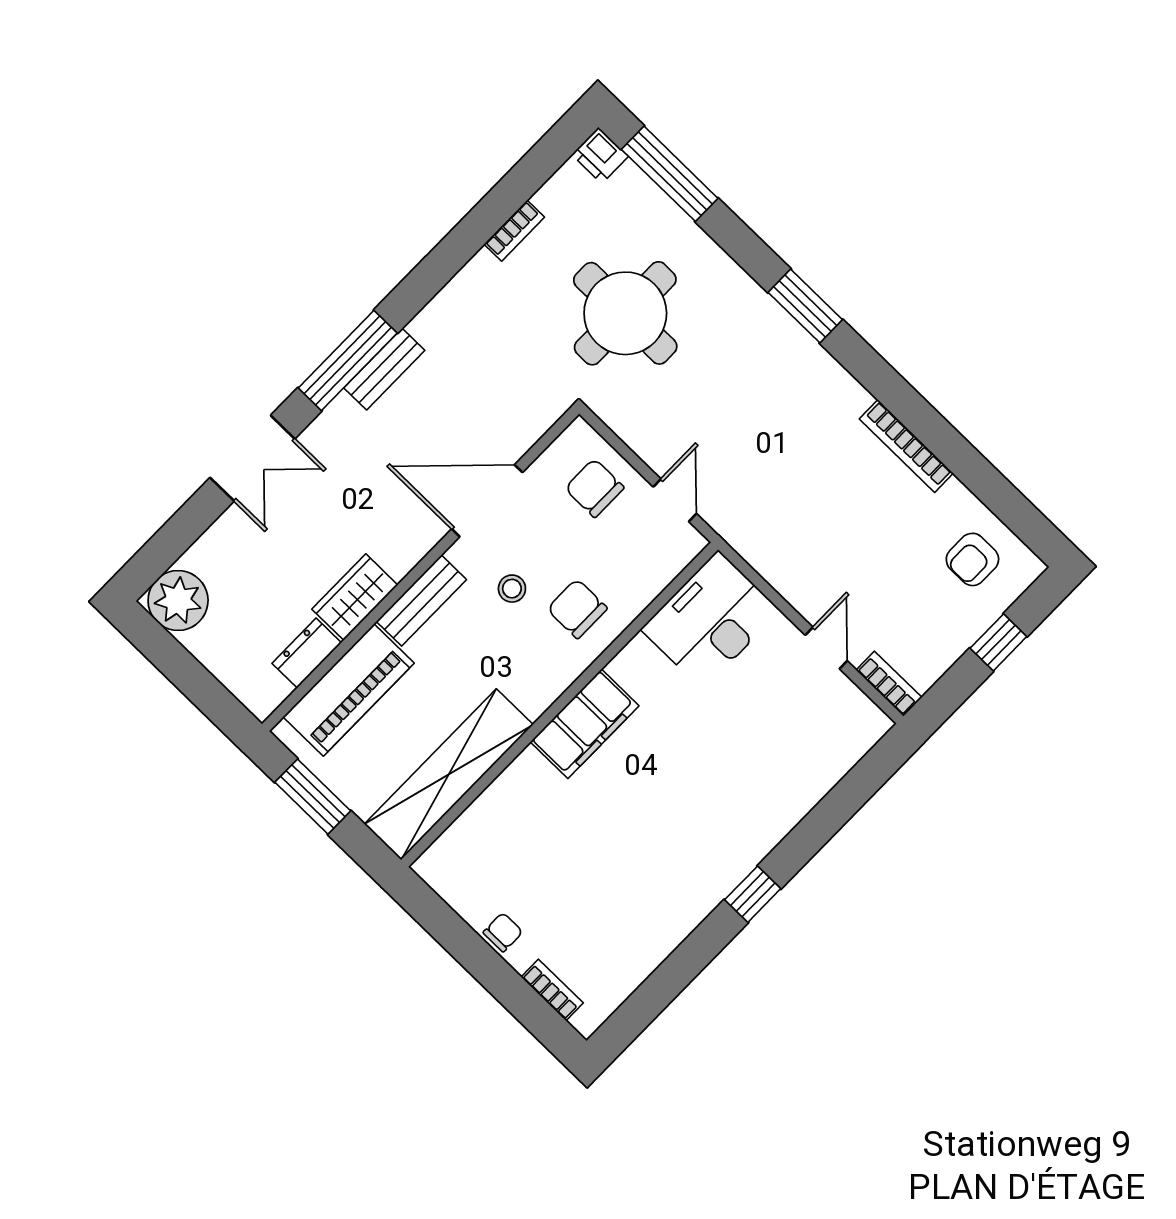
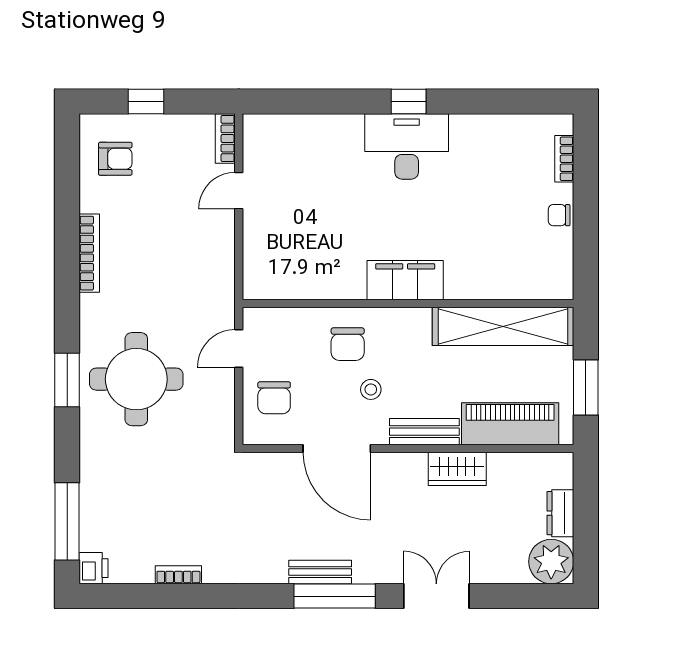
round table: (625, 313) -> (136, 379), moved
desk: (710, 620) -> (407, 146), moved, turned 180
dresser: (307, 653) -> (560, 513), moved, turned 90

